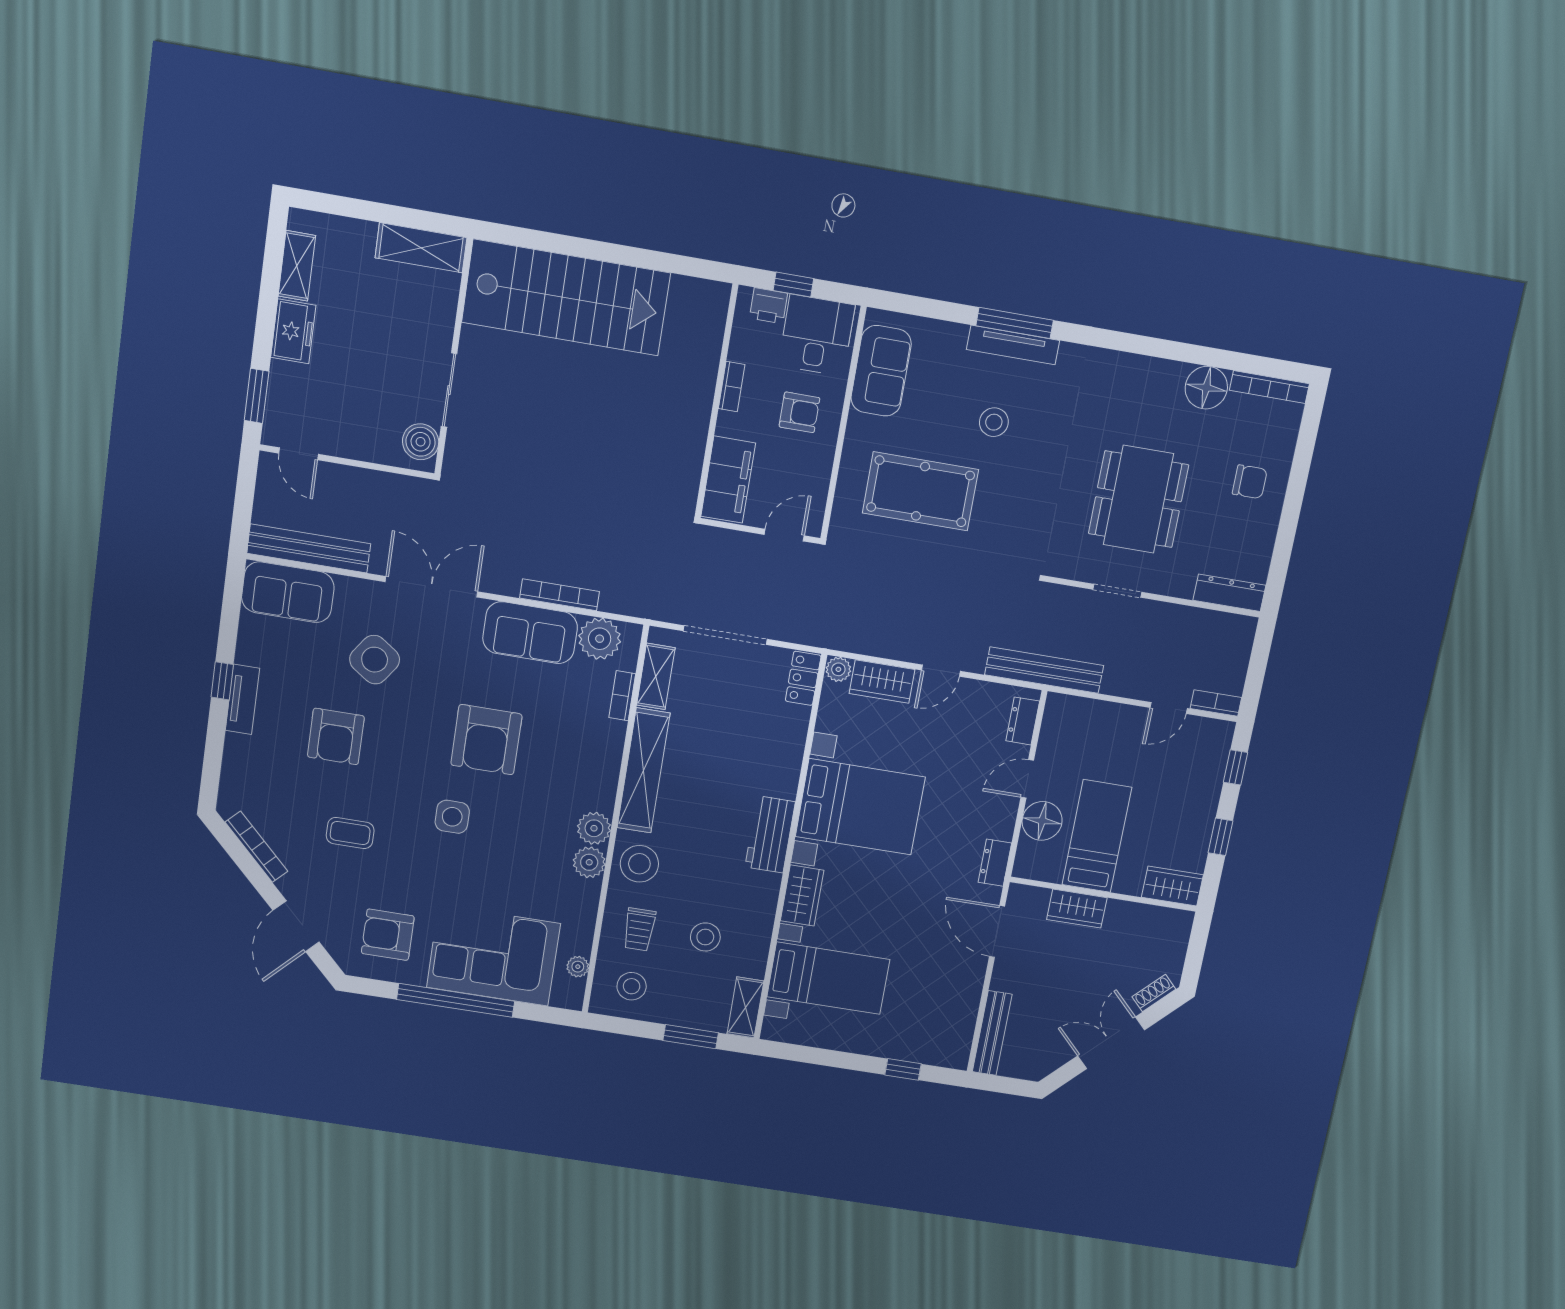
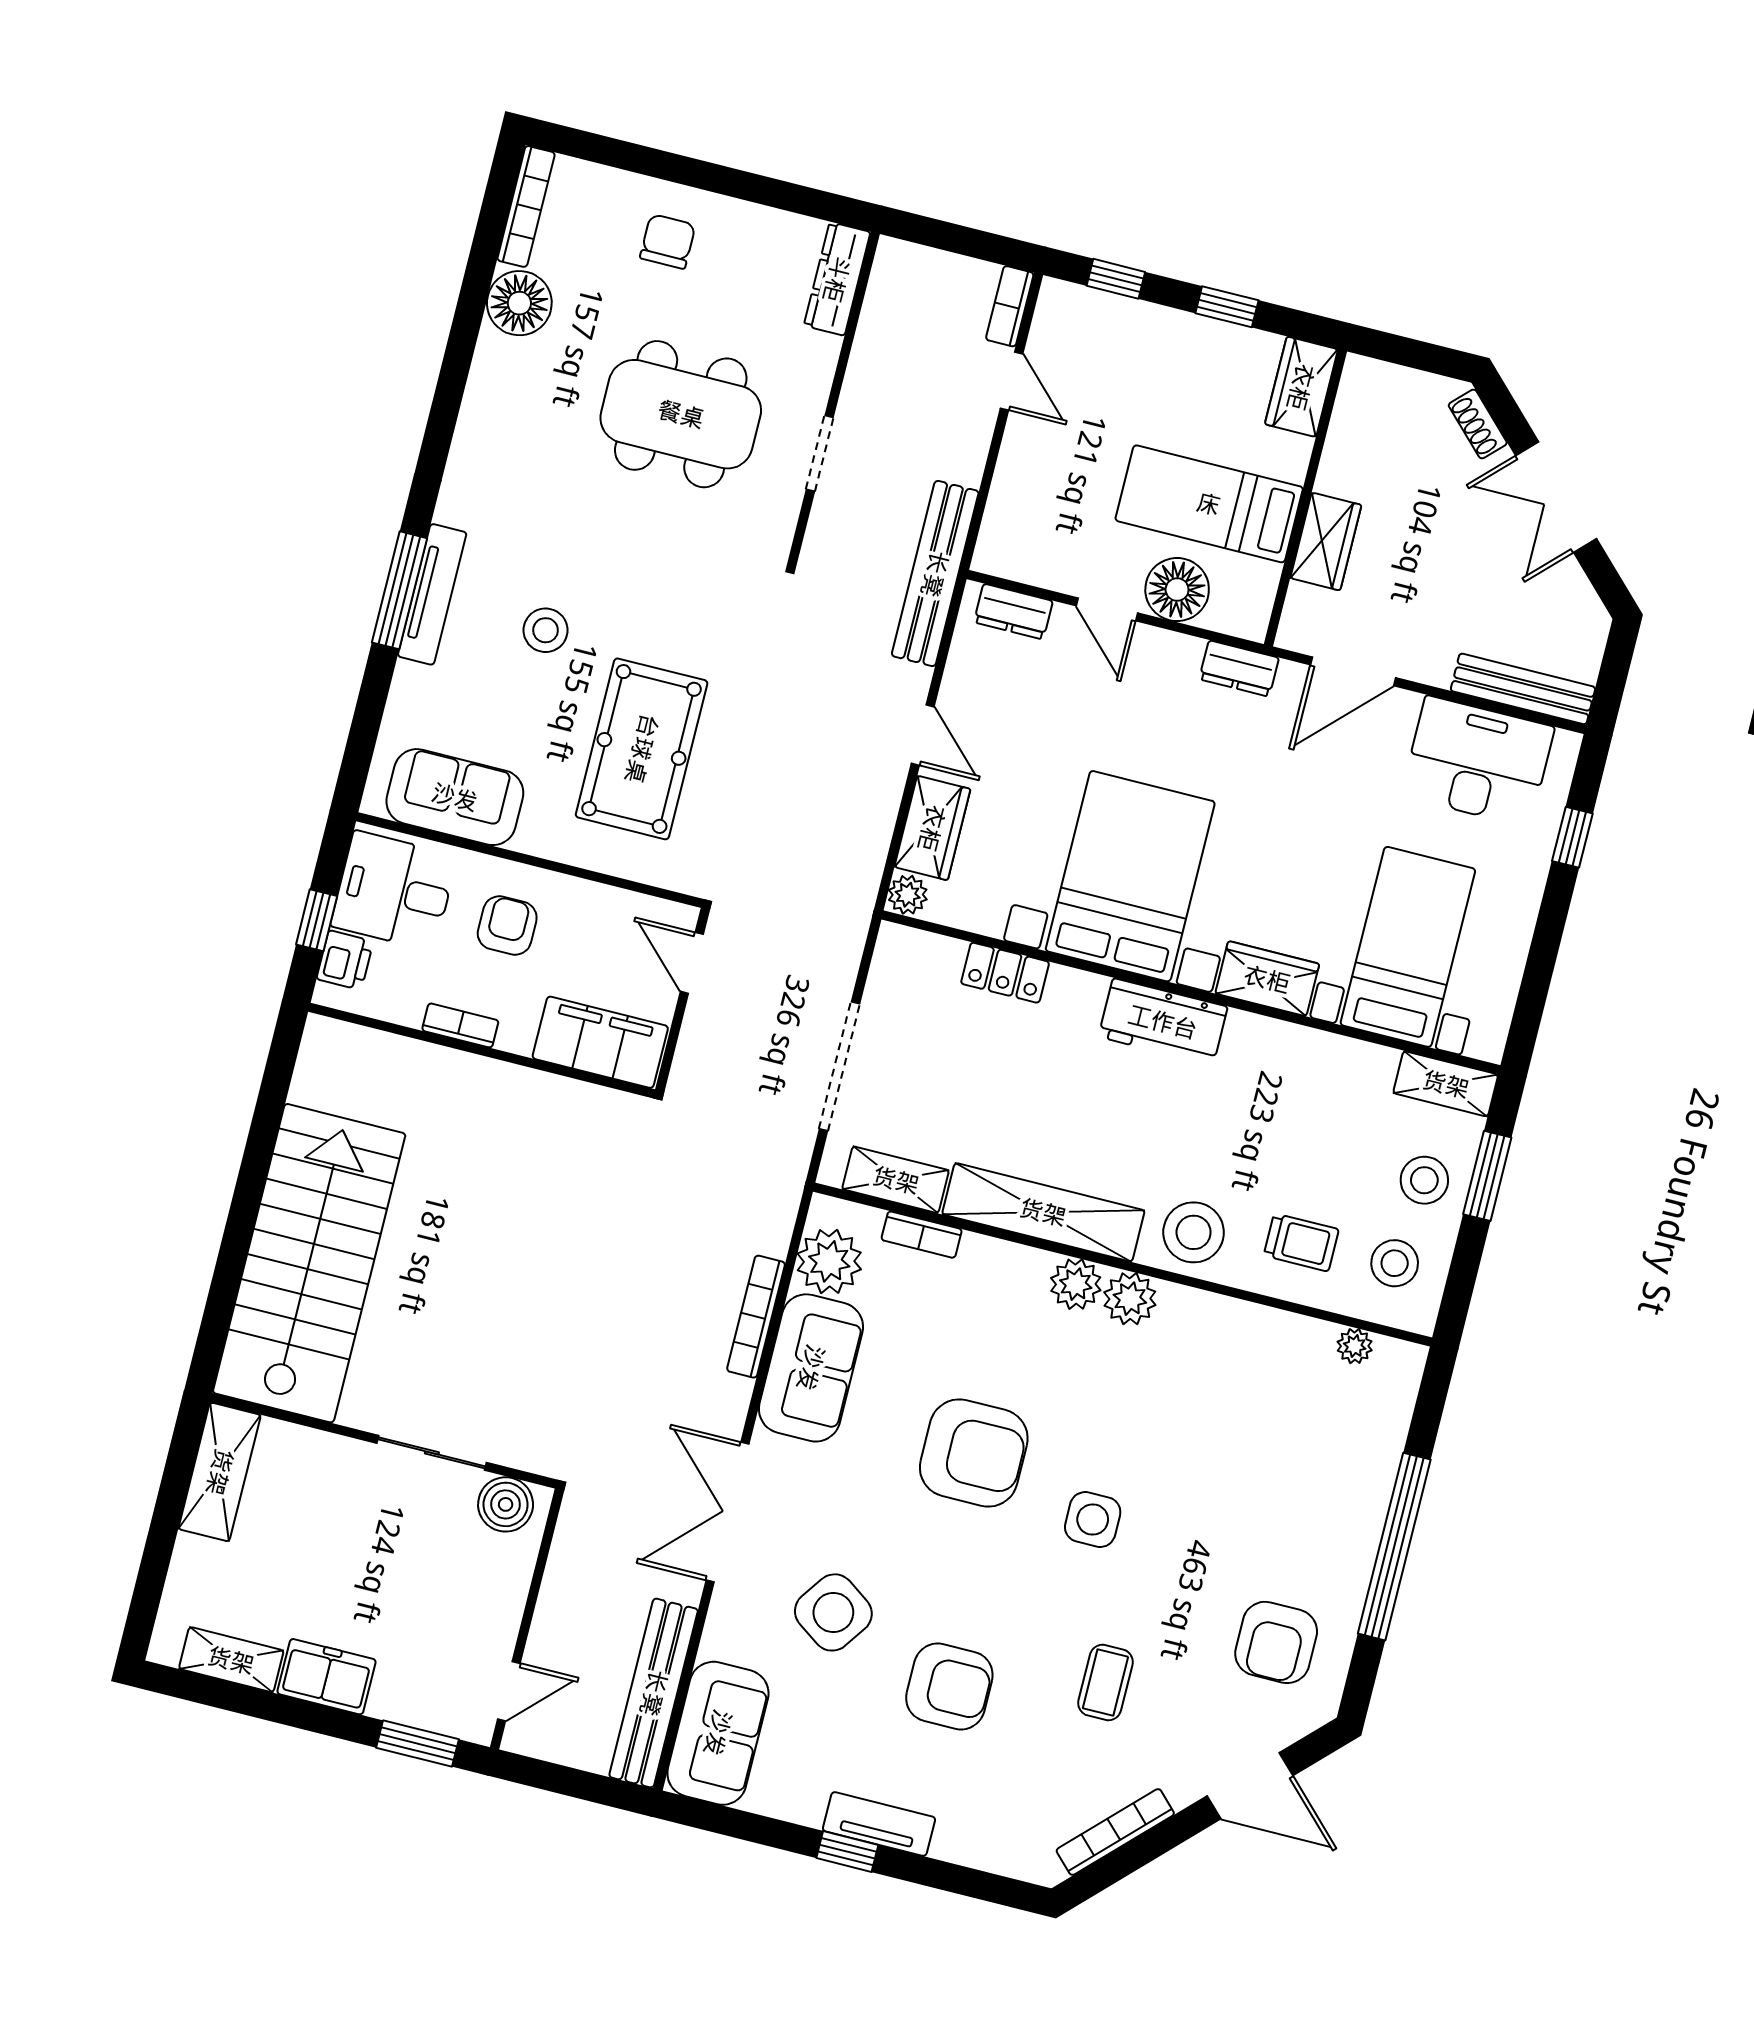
locker: (803, 678) -> (1005, 973), moved
plant: (589, 862) -> (1076, 1284), moved
stool: (705, 937) -> (1424, 1180), moved
corner sofa: (493, 955) -> (1325, 1478), removed
desk: (946, 1010) -> (1478, 761), added

